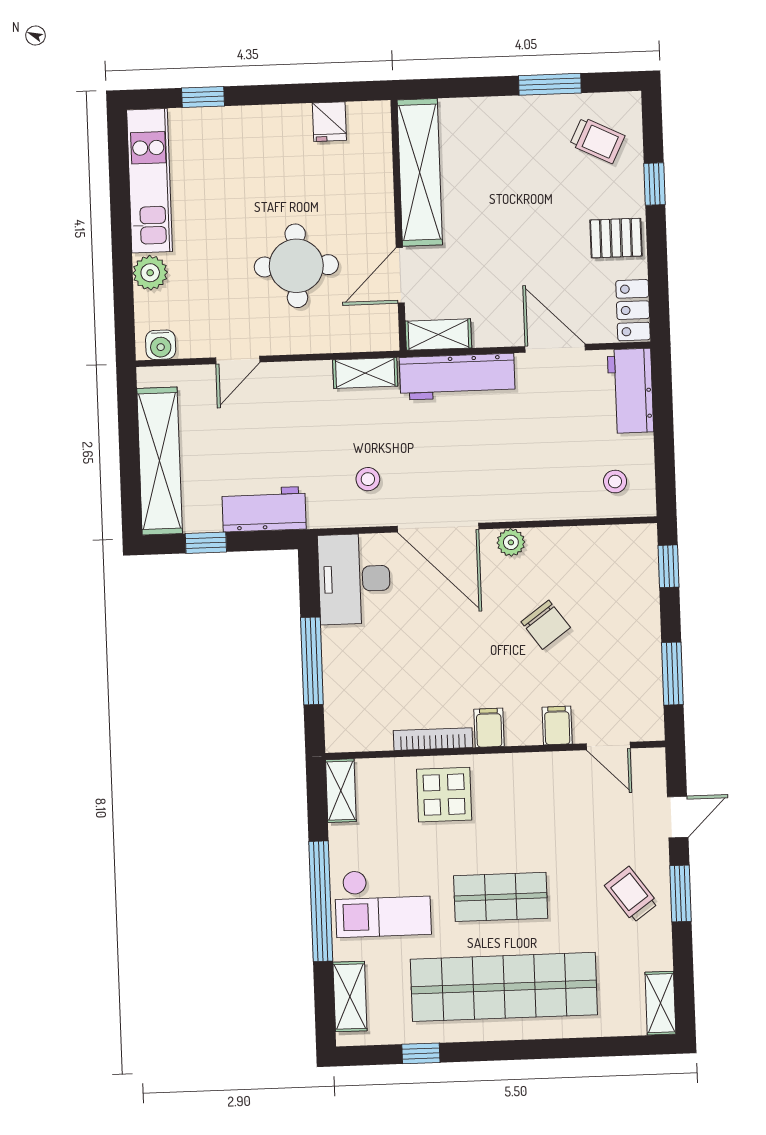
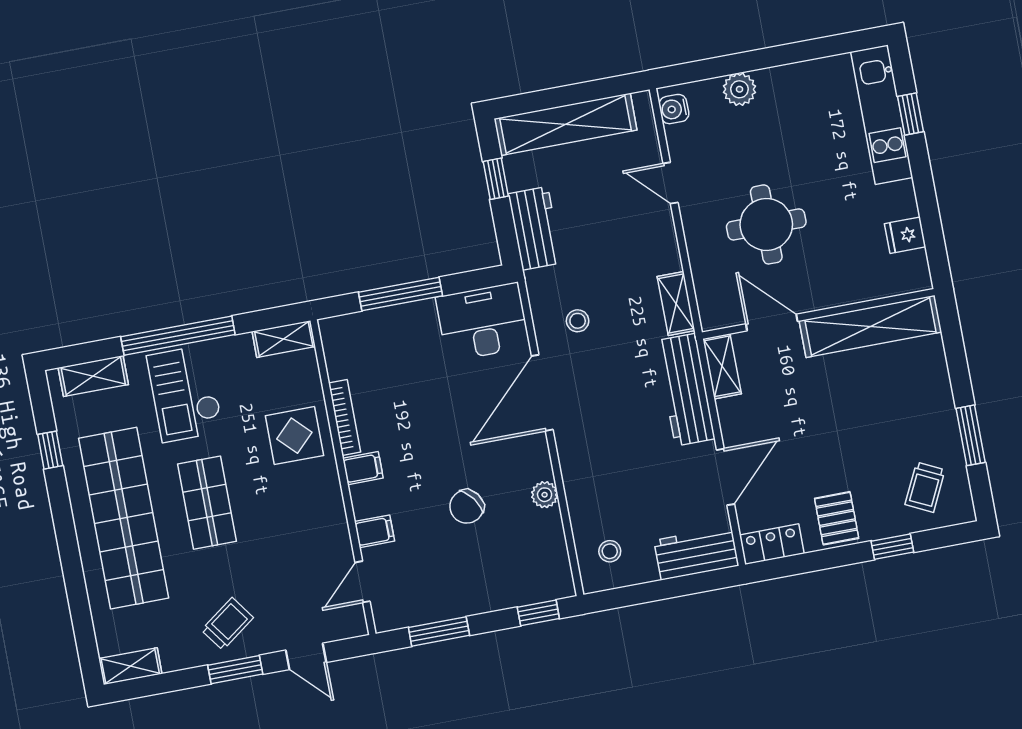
kitchen unit: (149, 181) -> (882, 115), moved, turned 90
plant: (511, 542) -> (545, 495), moved

